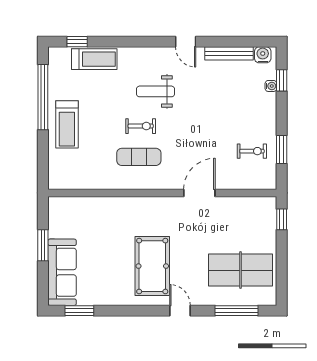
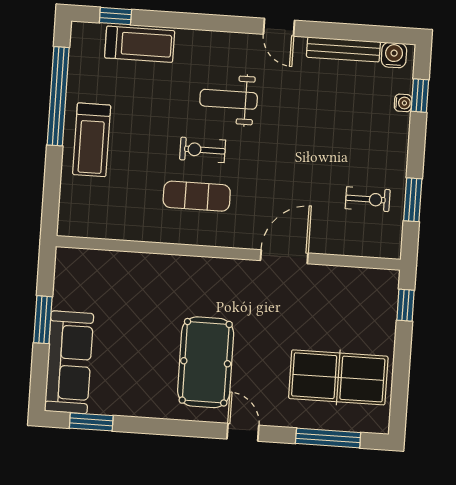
exercise bike: (141, 126) -> (203, 150), turned 180

